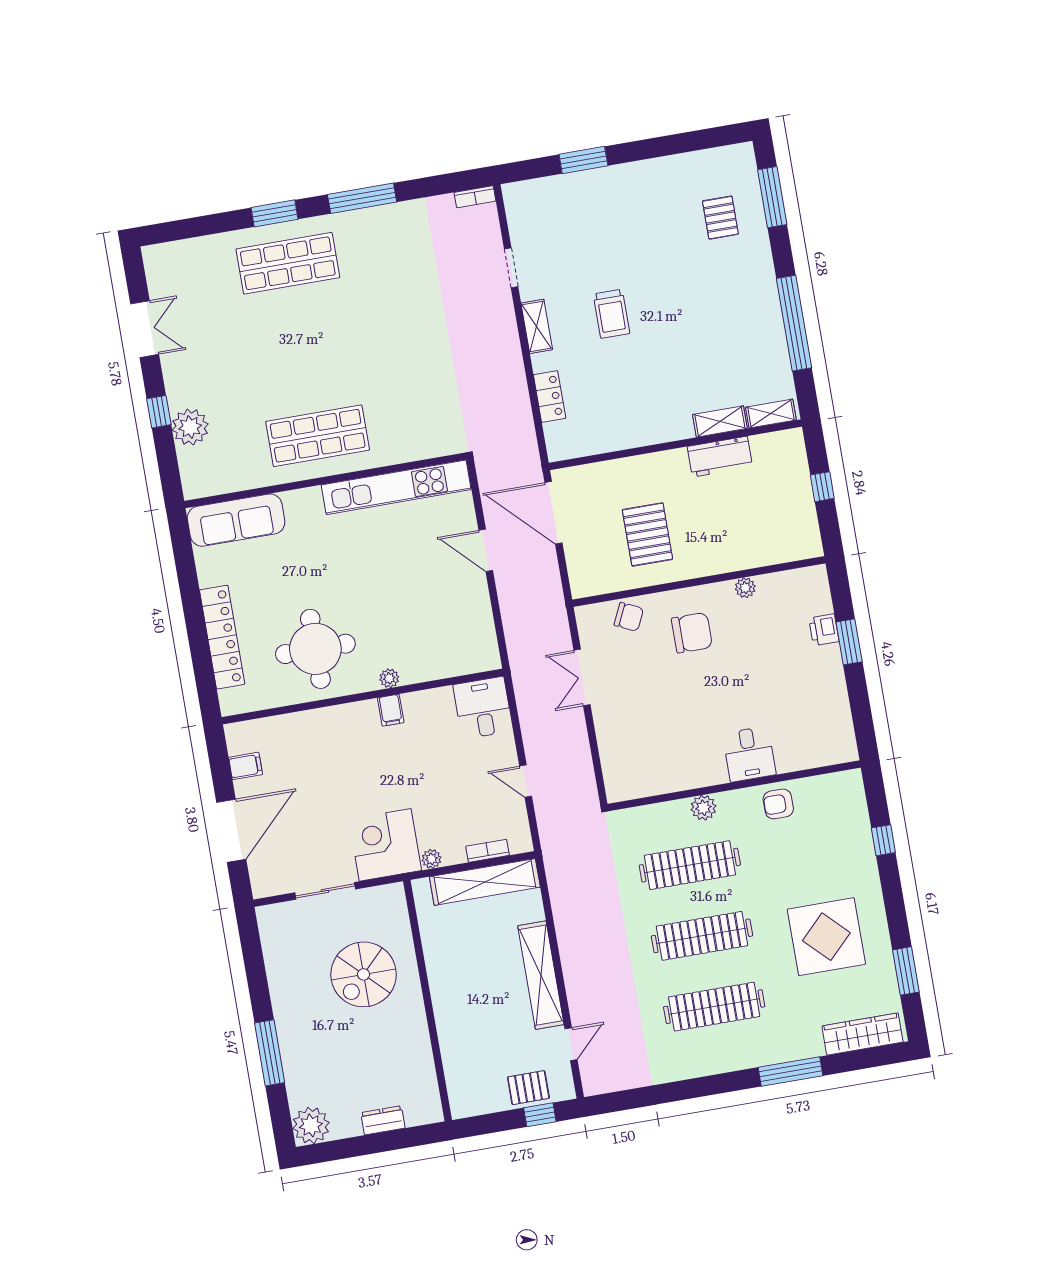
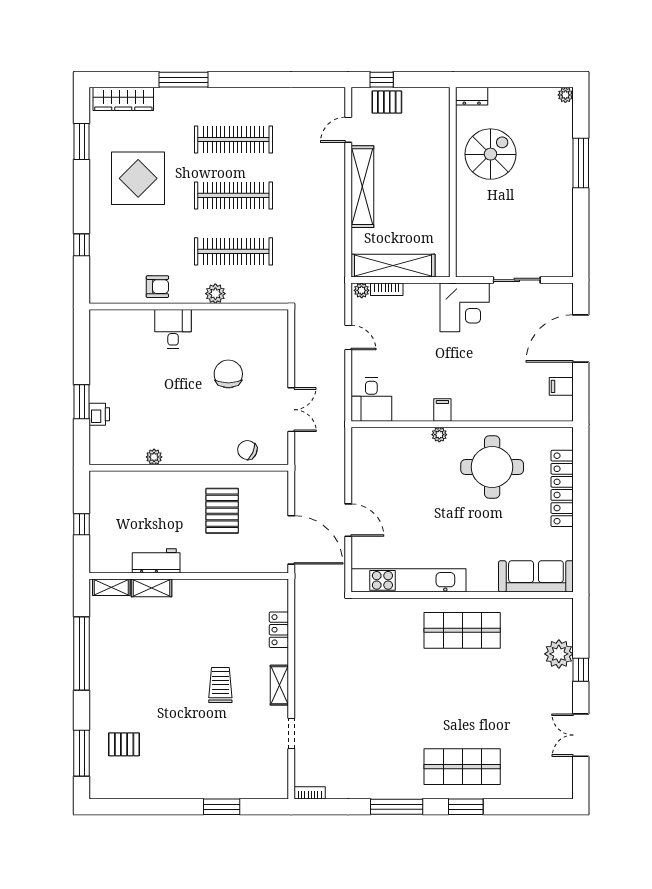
pallet: (720, 218) -> (124, 744), turned 90
chair: (692, 633) -> (228, 374), moved, turned 90
plant: (431, 859) -> (362, 290), moved
spiral stairs: (364, 974) -> (490, 154), moved
dresser: (383, 1120) -> (472, 96), moved
plant: (311, 1125) -> (565, 95), width x0.53, depth x0.53

